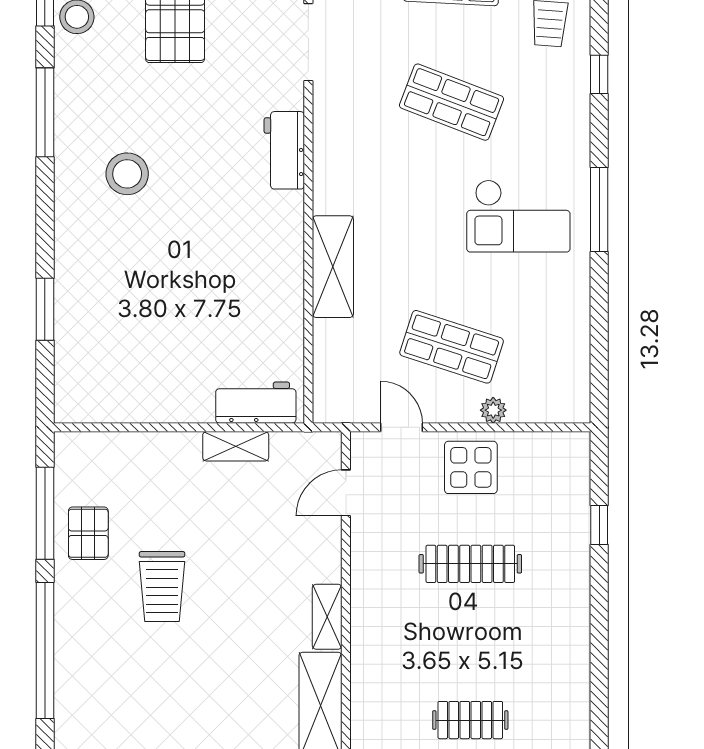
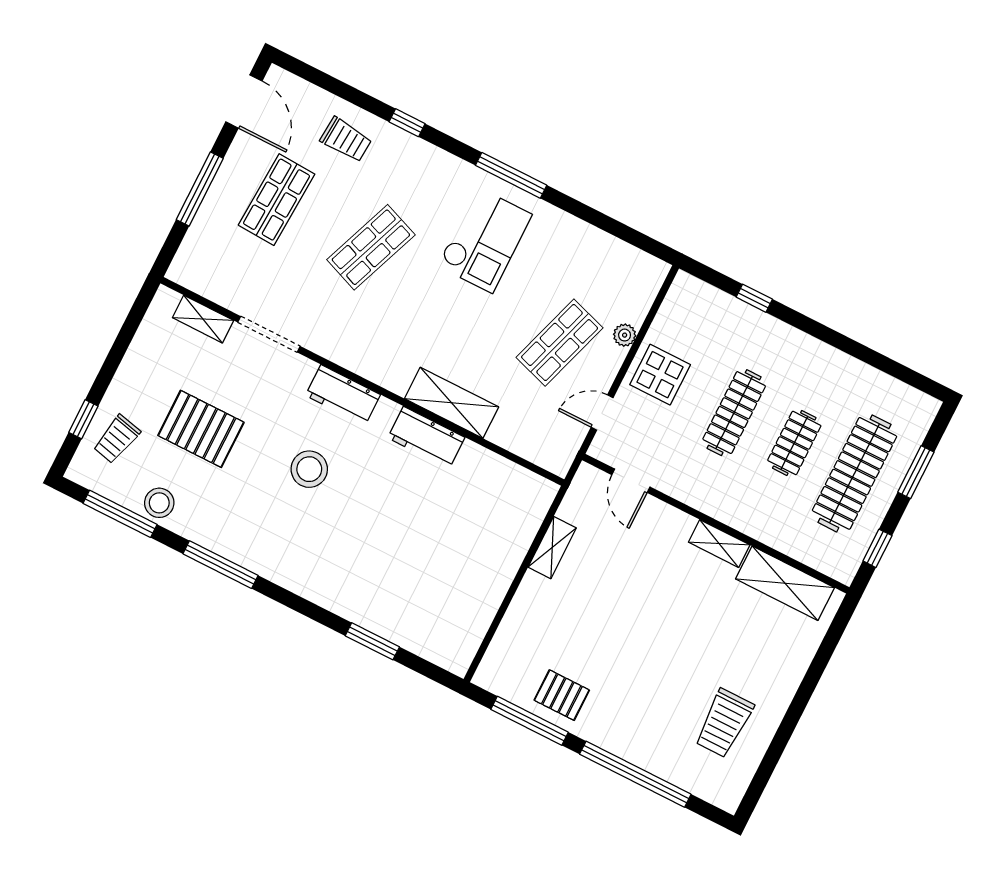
stool: (127, 174) -> (309, 469), moved
workbench: (256, 403) -> (426, 438), moved, turned -90
trolley: (162, 586) -> (724, 723), moved, turned 90
clothes rail: (470, 642) -> (794, 443), added
clothes rail: (470, 720) -> (854, 473), width x1.86, depth x1.31

